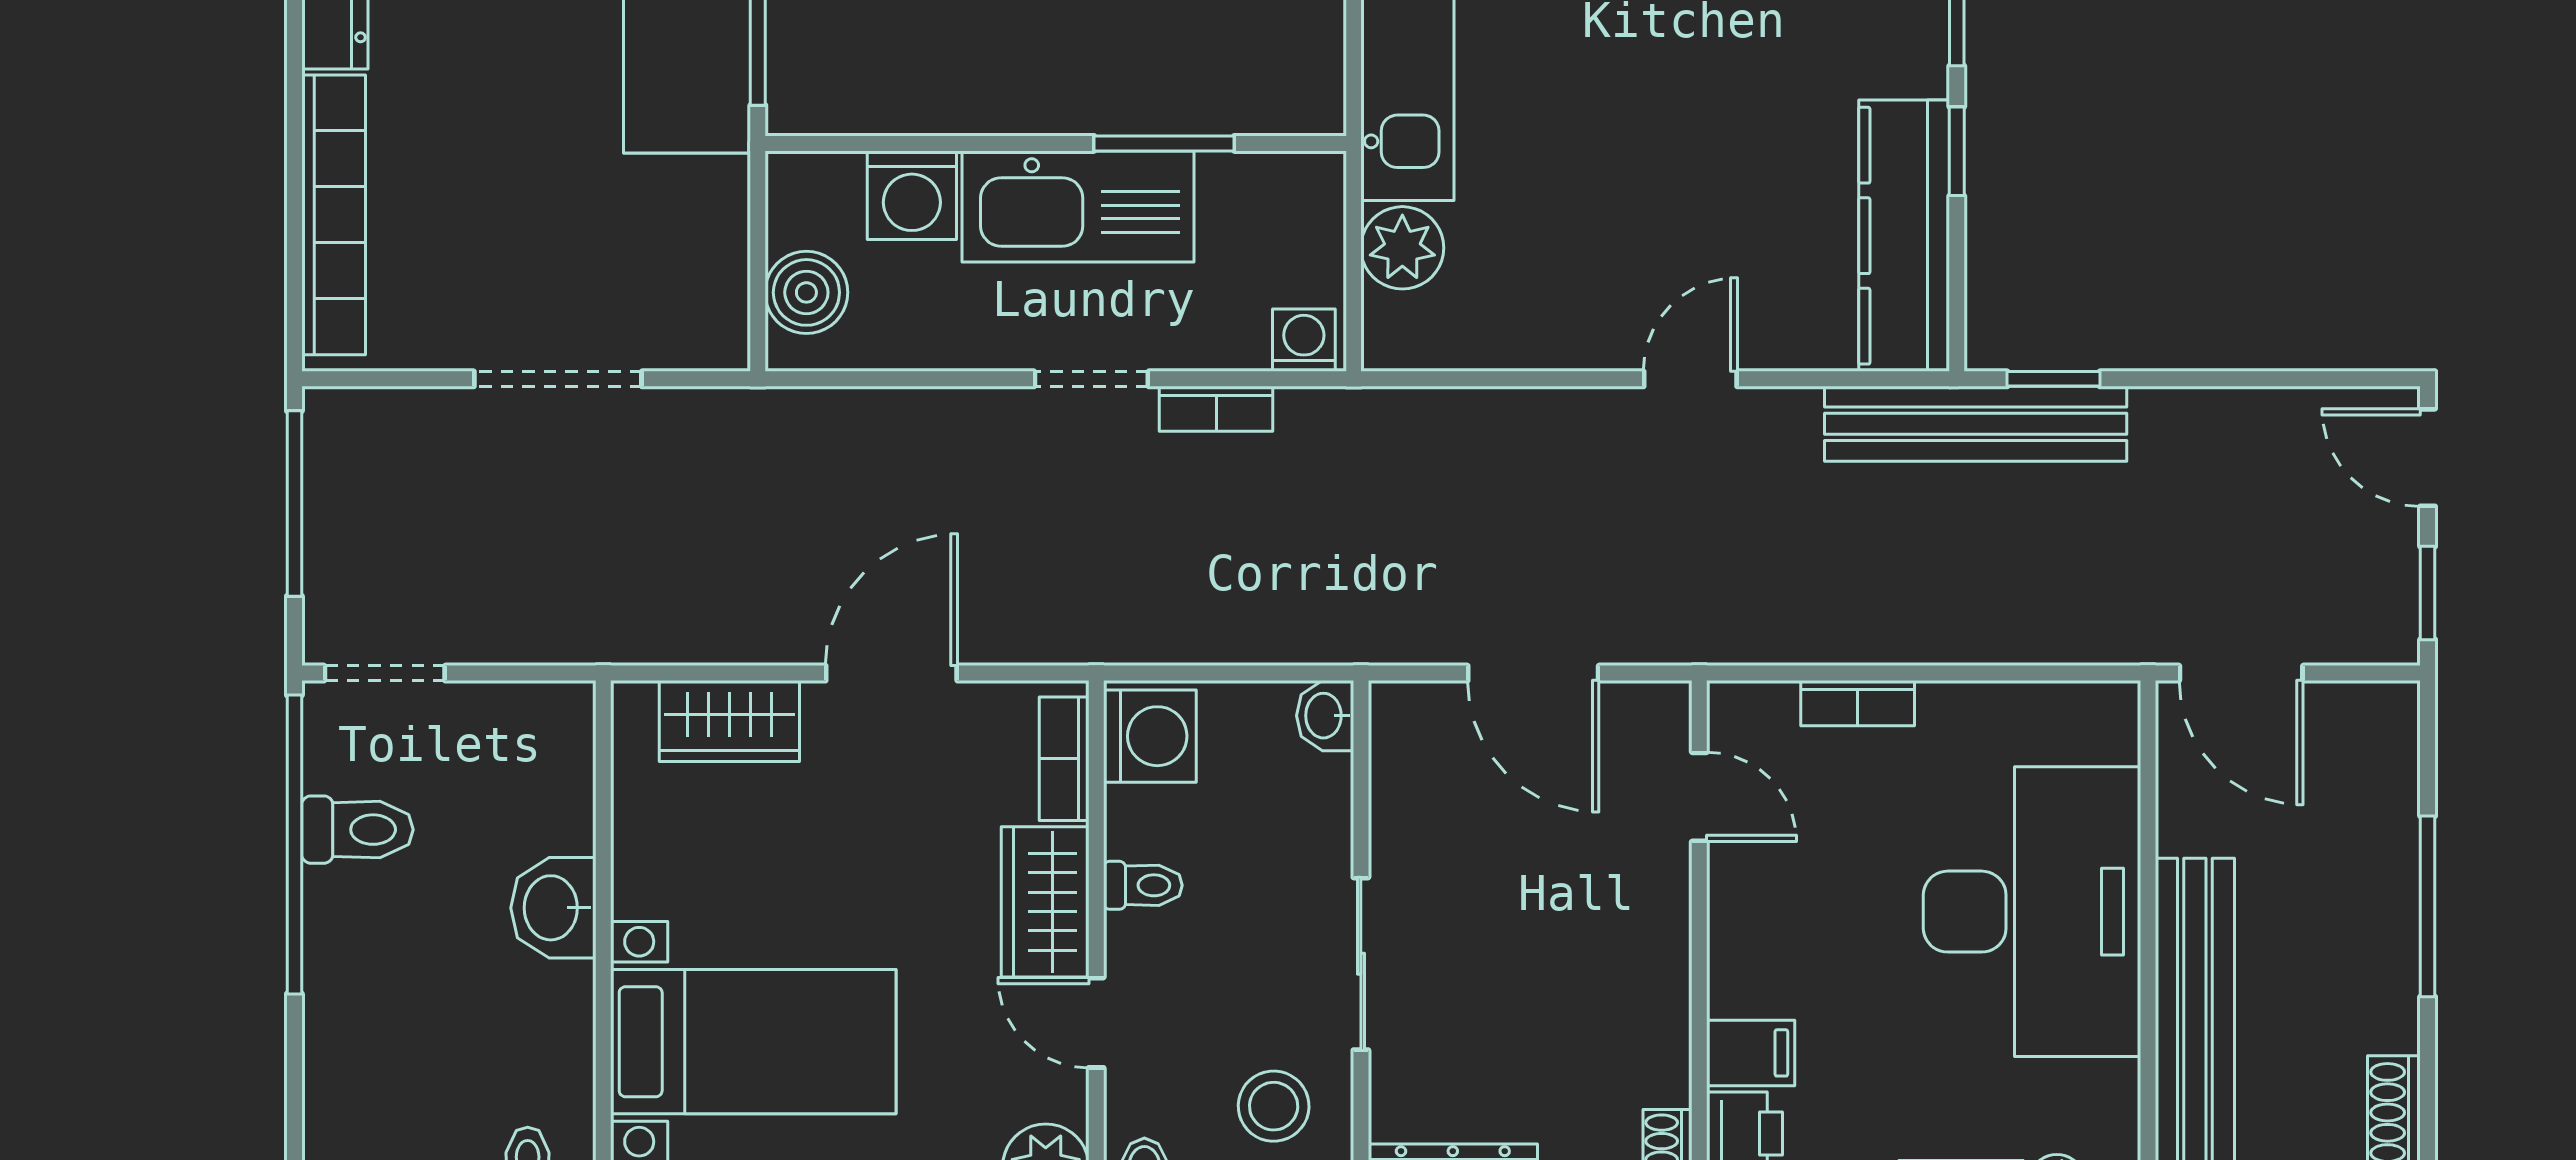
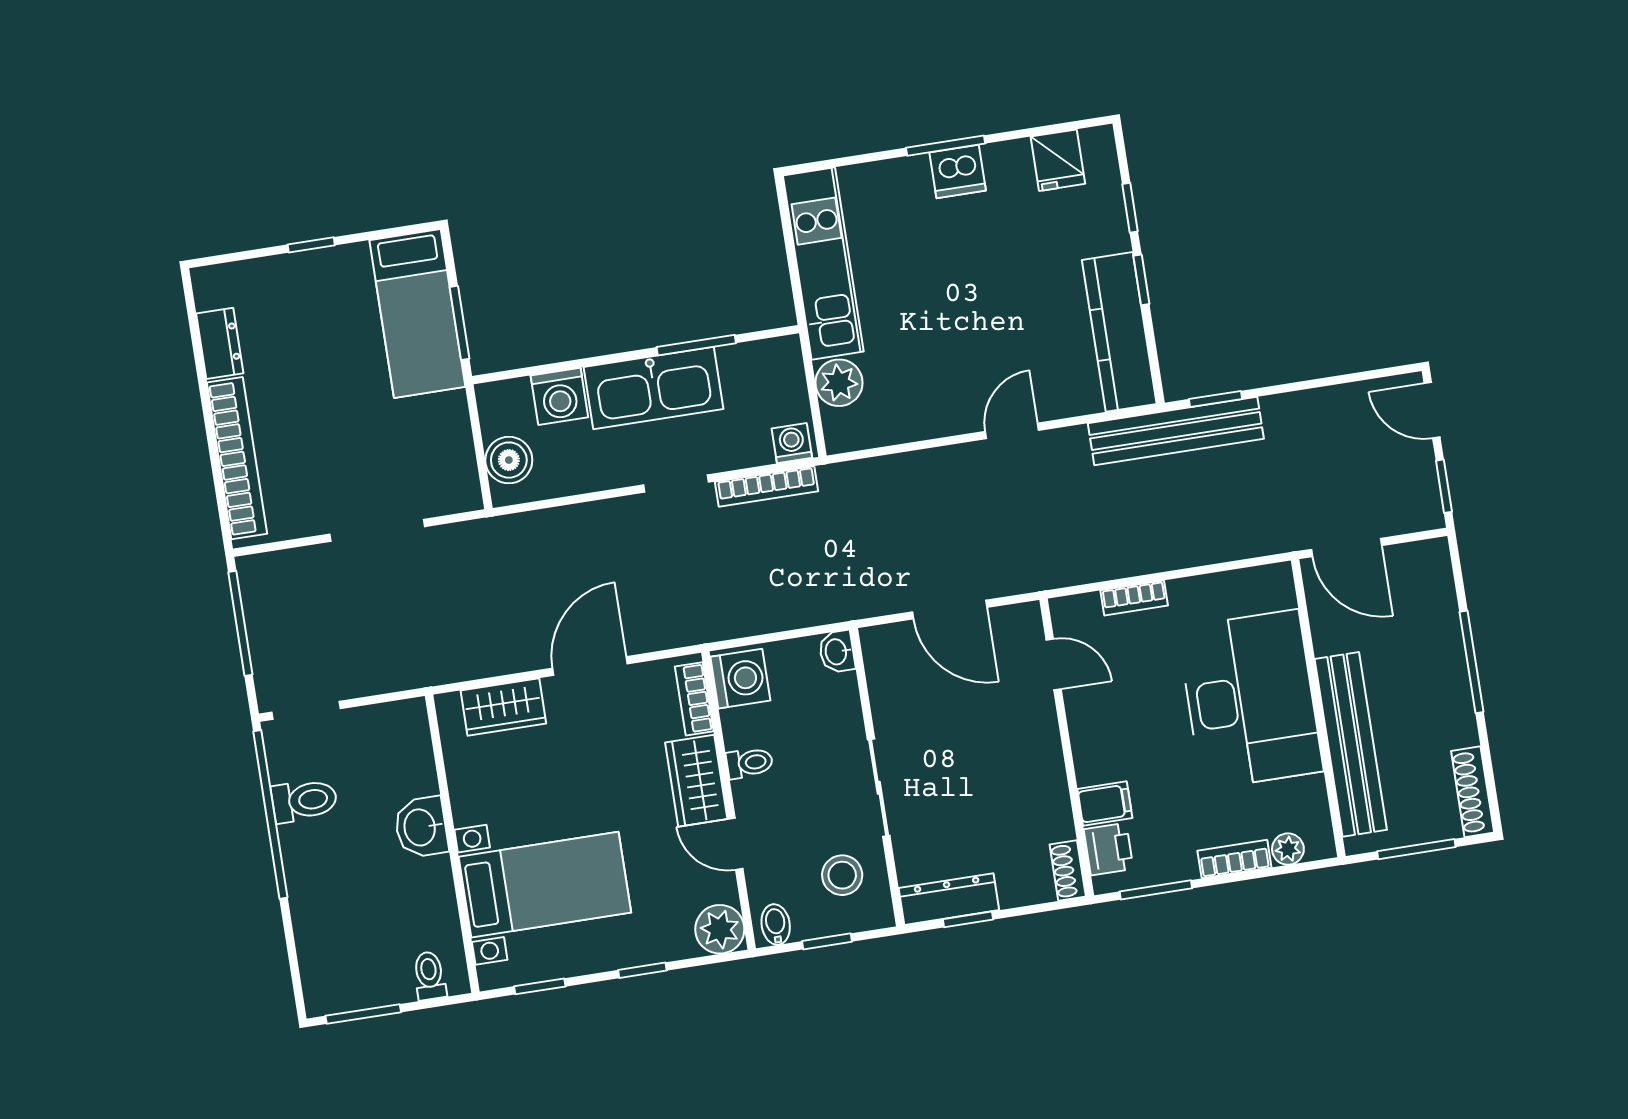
bookcase: (1216, 409) -> (767, 487), width x1.56

